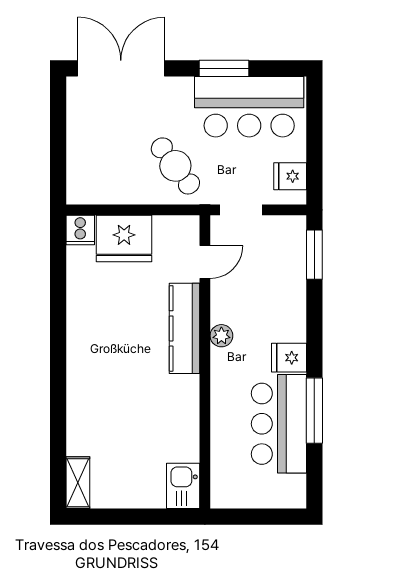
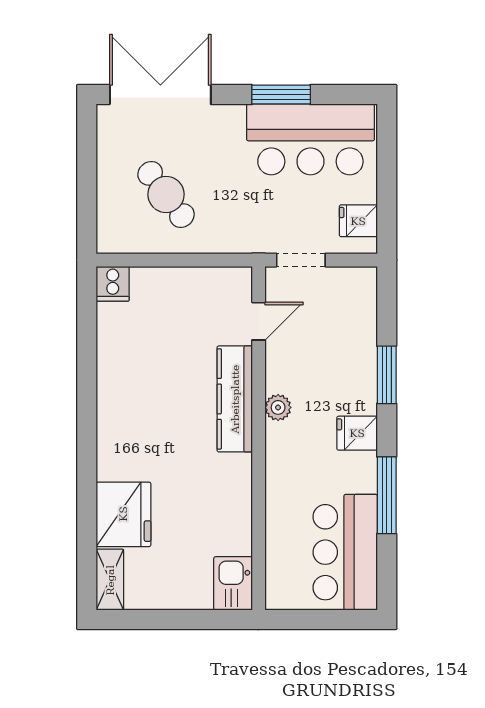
cafe table: (175, 166) -> (166, 194), moved
fridge: (124, 239) -> (123, 514), moved, turned -90
window: (314, 255) -> (387, 375), moved
bar counter: (279, 424) -> (345, 552), moved

